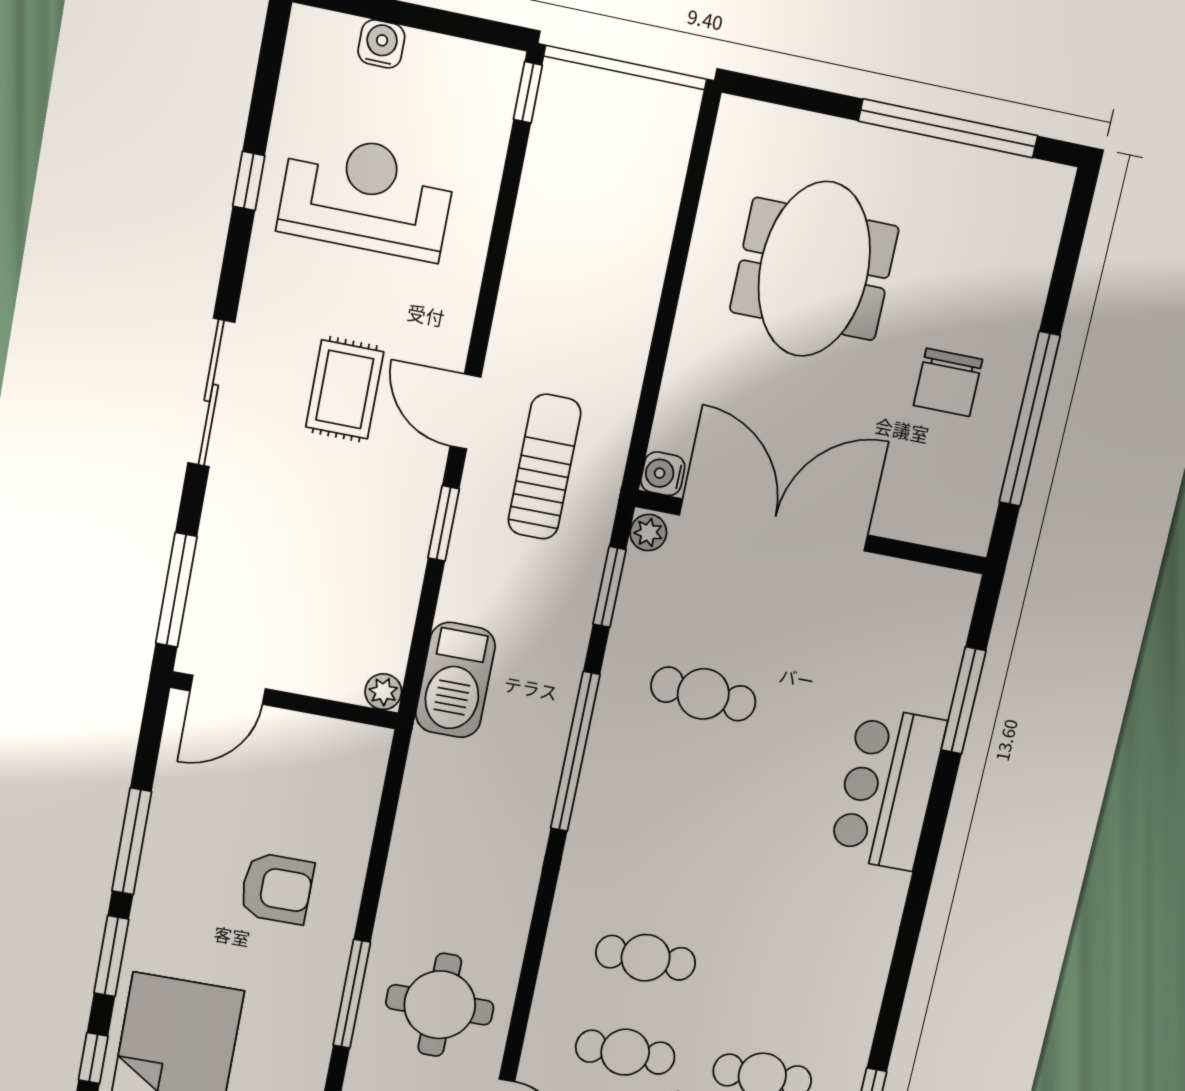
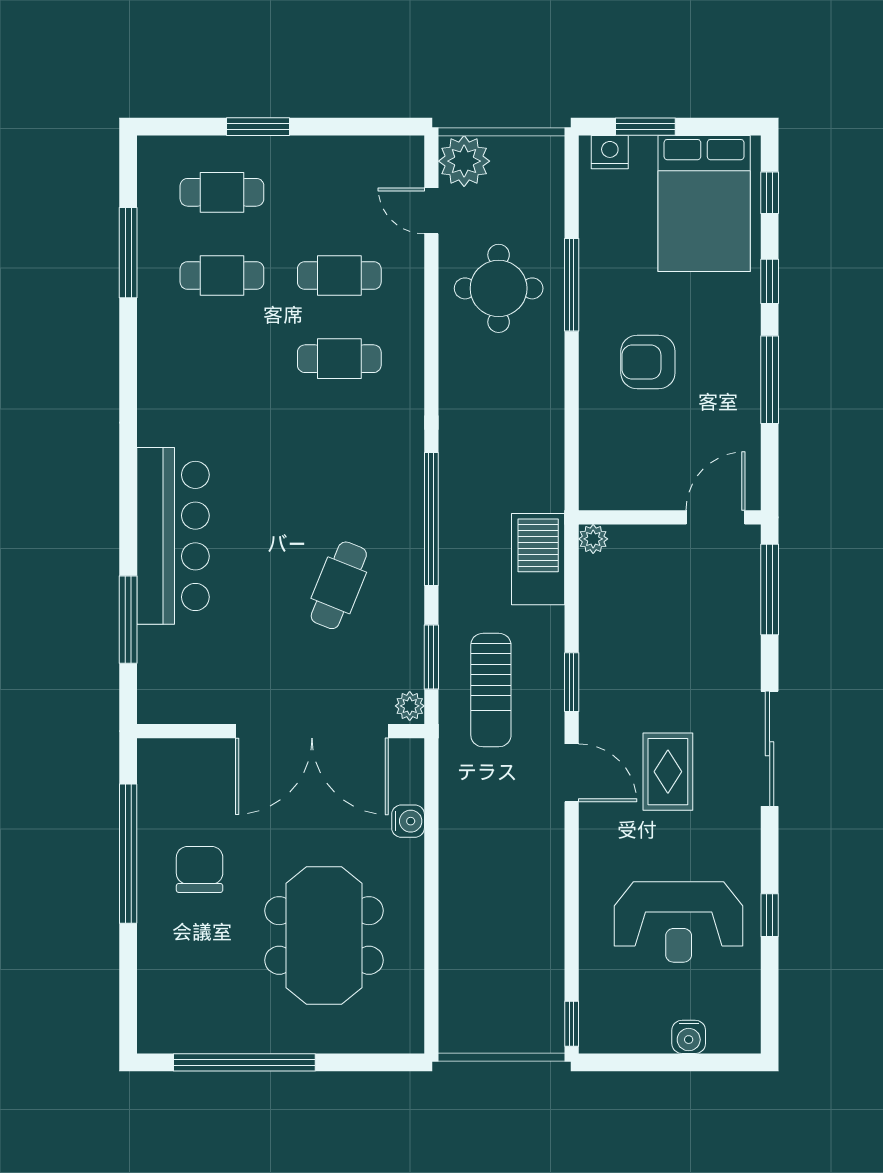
sun lounger: (544, 467) -> (491, 690), moved
water cooler: (663, 474) -> (408, 821), moved
cafe table: (703, 694) -> (339, 585), turned -72
bar counter: (888, 789) -> (173, 536), width x1.36
window: (111, 956) -> (770, 281), width x0.67

